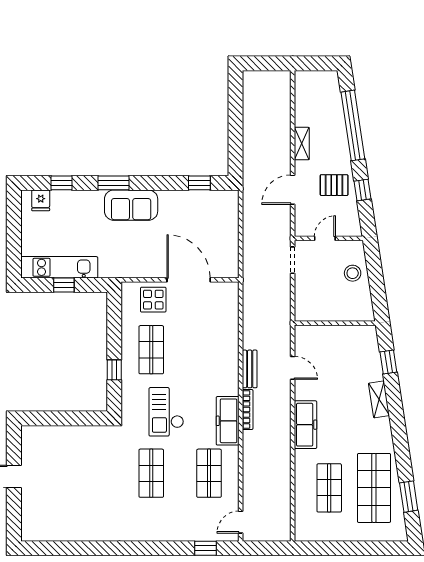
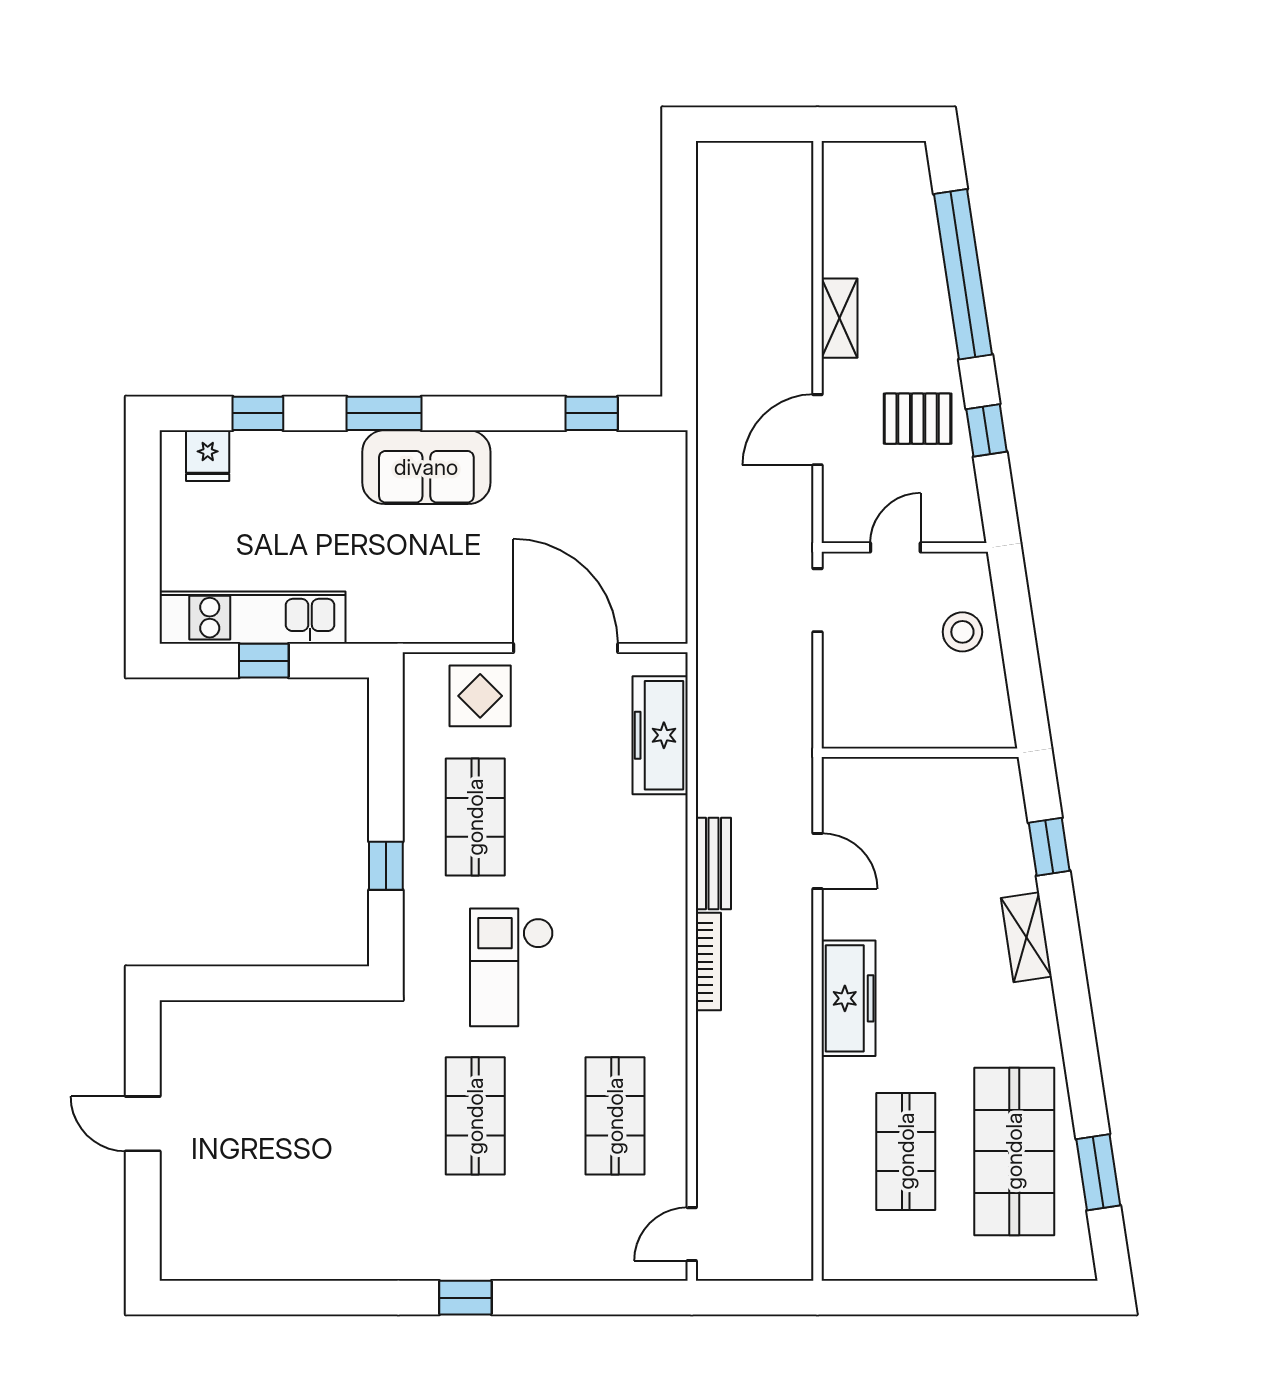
freezer: (228, 421) -> (660, 735), moved
window: (206, 548) -> (465, 1298), moved

